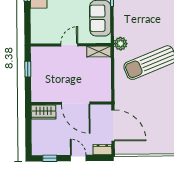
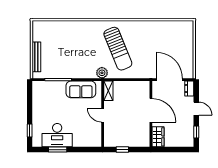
door: (76, 103) -> (151, 110), hinge flipped
door: (113, 125) -> (170, 80), hinge flipped
door: (78, 158) -> (196, 109), swing flipped

